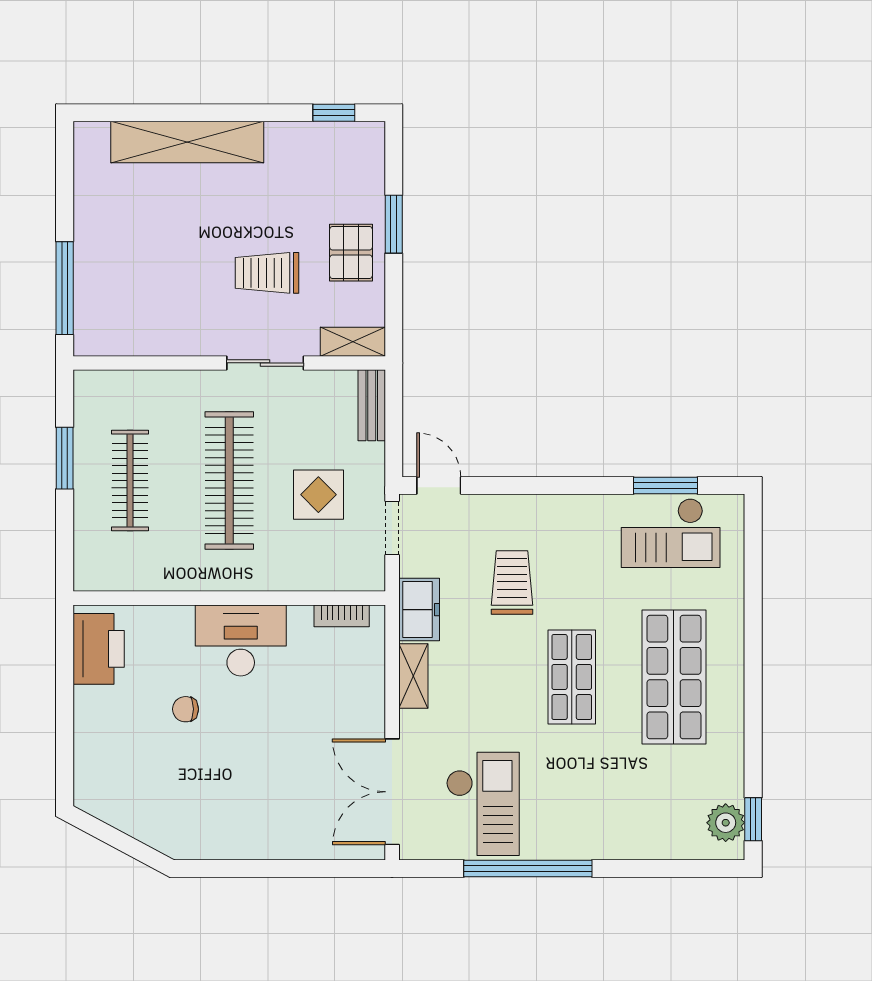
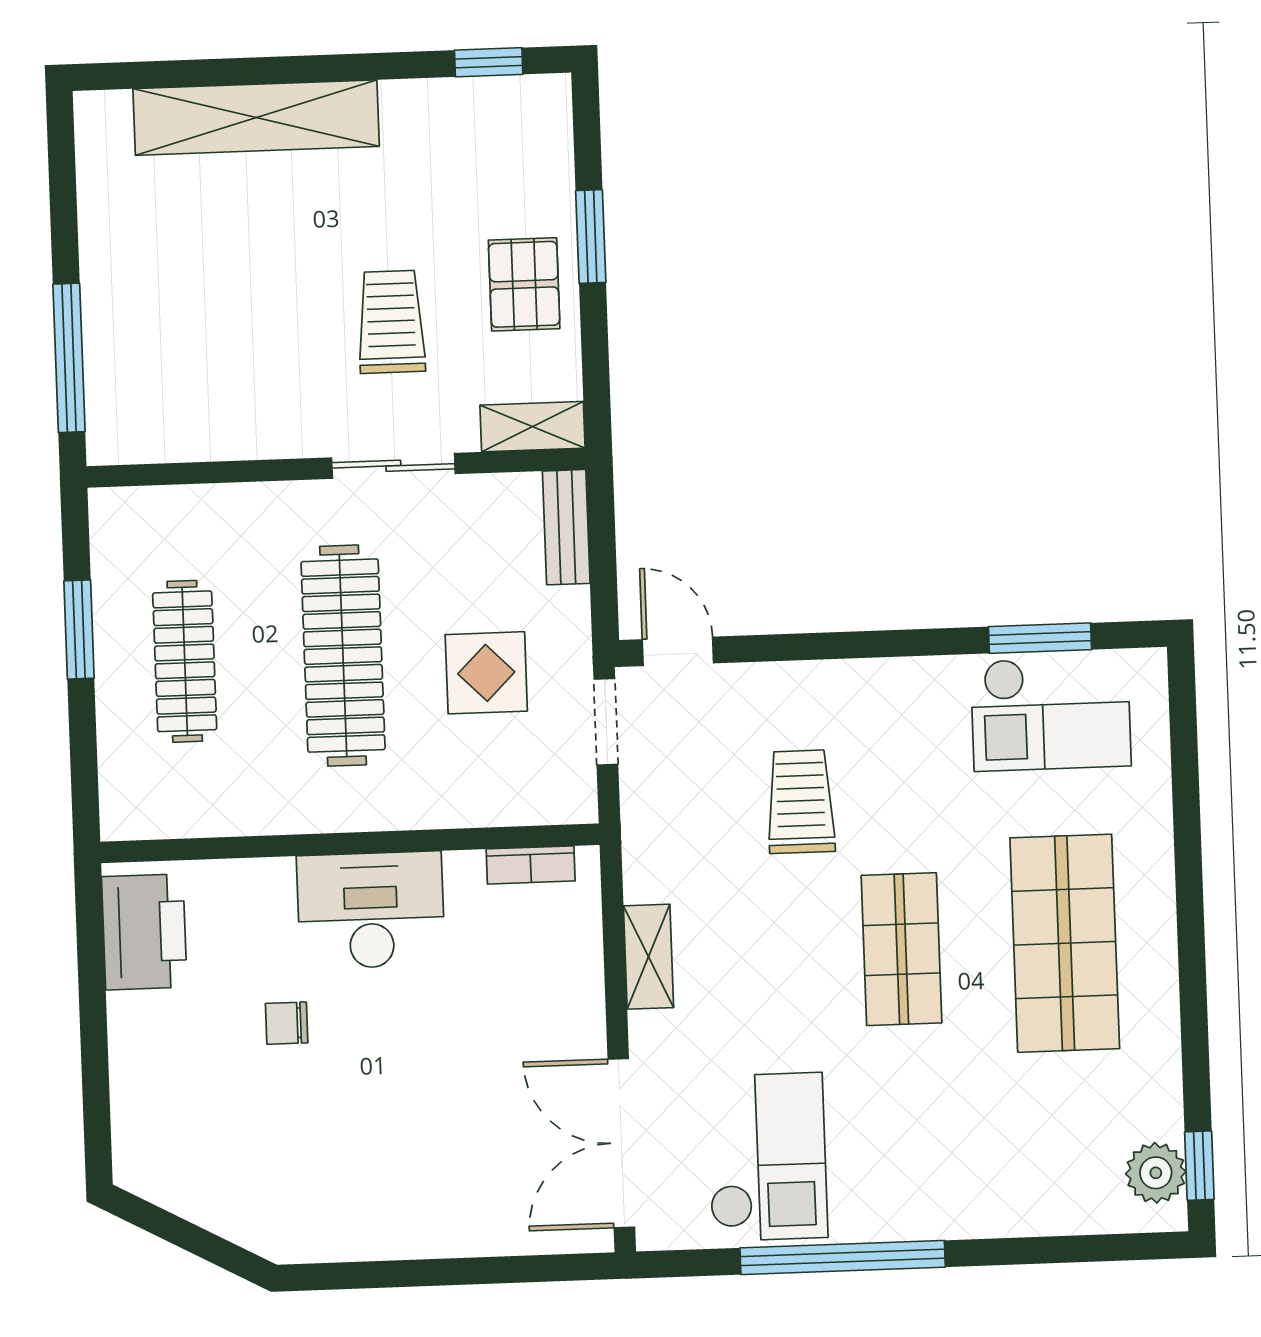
trolley: (267, 273) -> (391, 322), turned 90
freezer: (419, 610) -> (654, 850), removed

